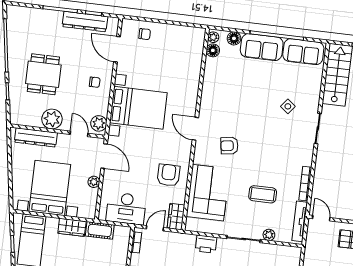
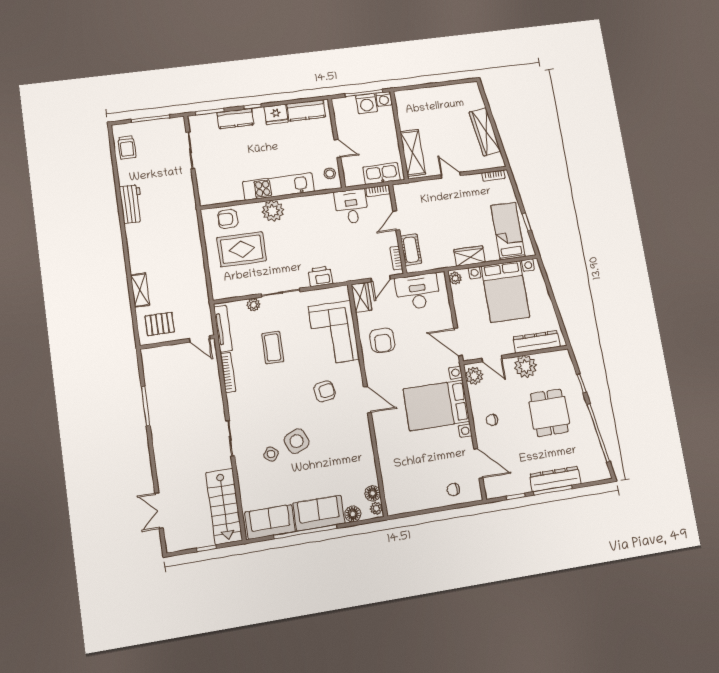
dresser: (85, 22) -> (555, 479), moved
side table: (264, 111) -> (297, 441), added
plant: (94, 182) -> (455, 278), moved
coffee table: (263, 194) -> (273, 348), turned 90
cot: (100, 230) -> (411, 250), moved, turned 90

